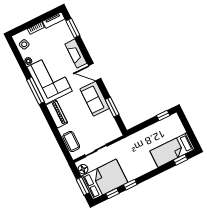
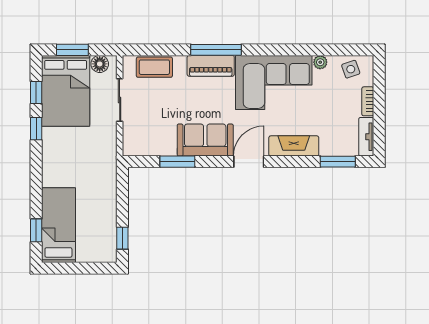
window: (35, 91) -> (216, 50), moved

